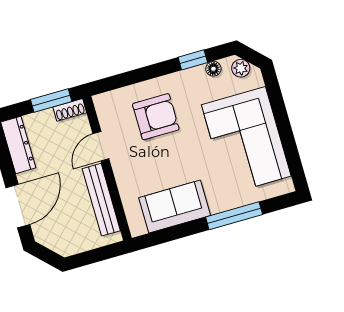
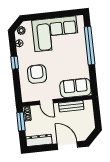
window: (193, 60) -> (15, 63), moved
bench: (101, 200) -> (71, 106), width x0.73
sofa: (175, 207) -> (75, 88), moved, turned 90
window: (234, 216) -> (90, 46), width x1.46

